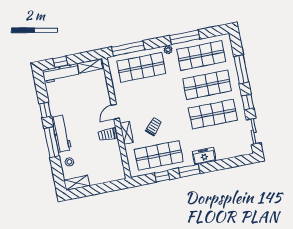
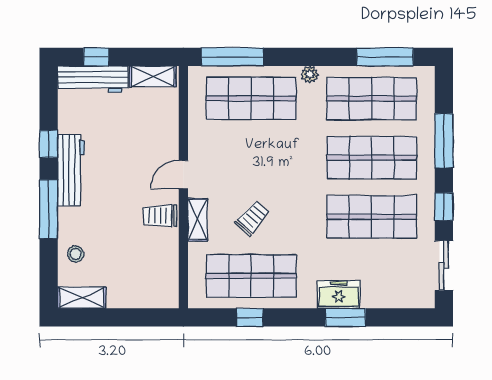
window: (185, 37) -> (385, 57), moved
workbench: (61, 134) -> (71, 170), moved
window: (189, 171) -> (345, 317), moved

